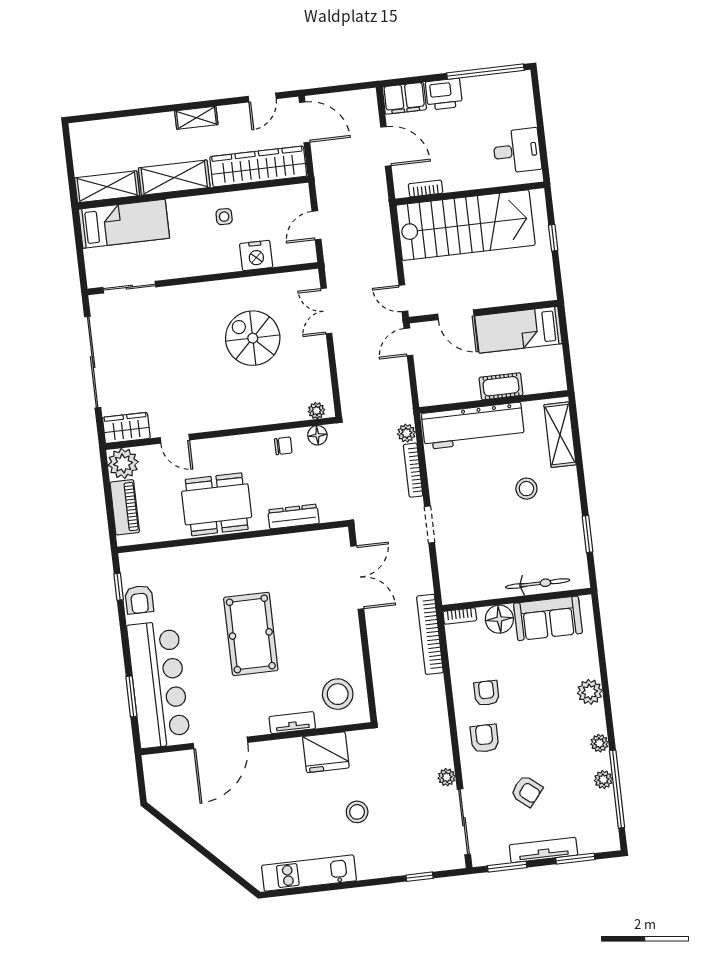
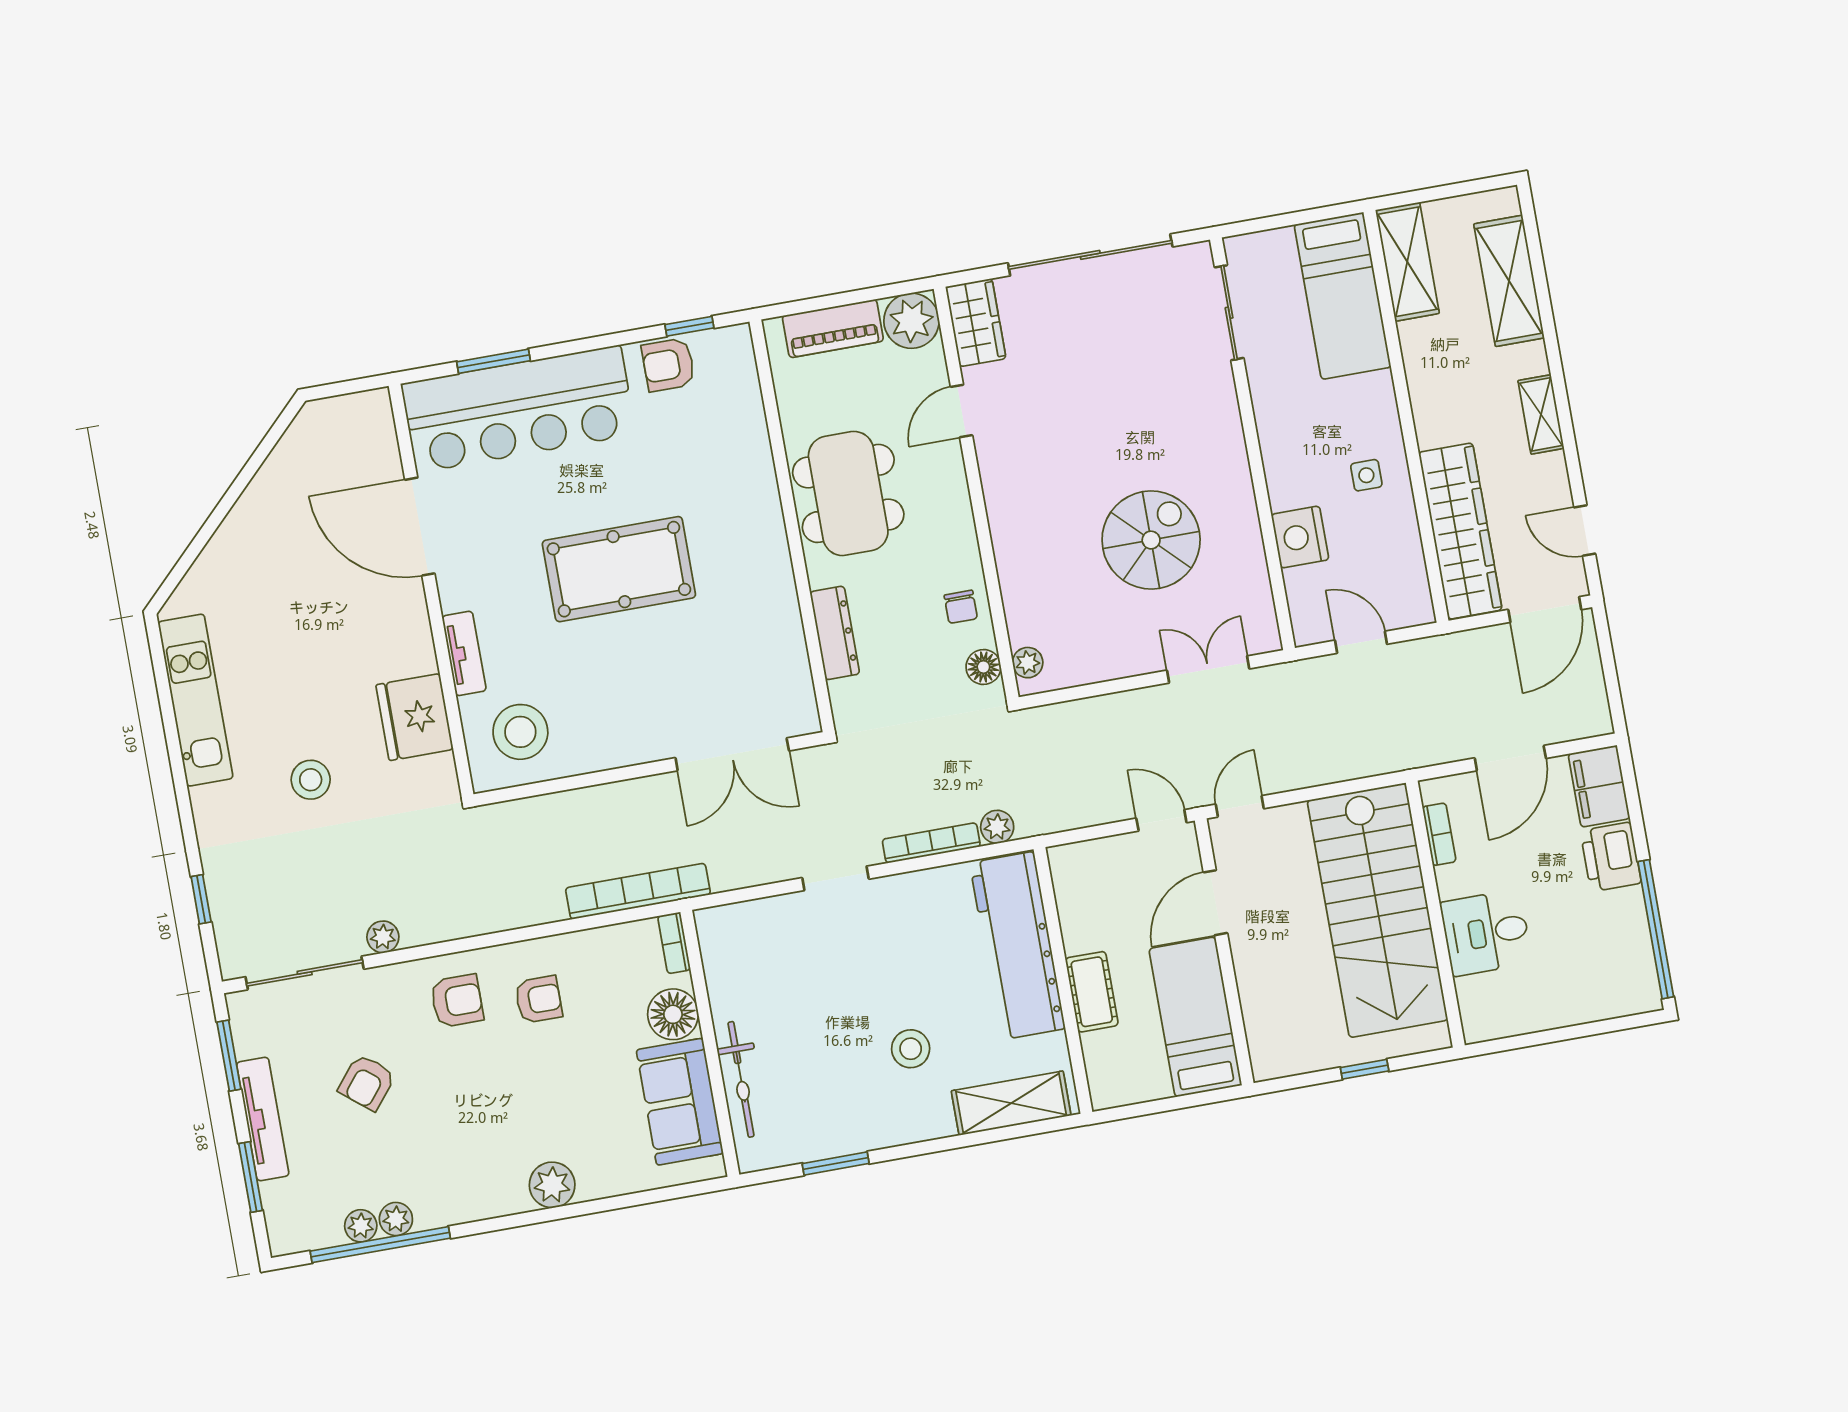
desk: (517, 151) -> (1486, 933), moved, turned 90
shelving: (174, 178) -> (1509, 281), moved
plant: (599, 743) -> (361, 1226), moved

